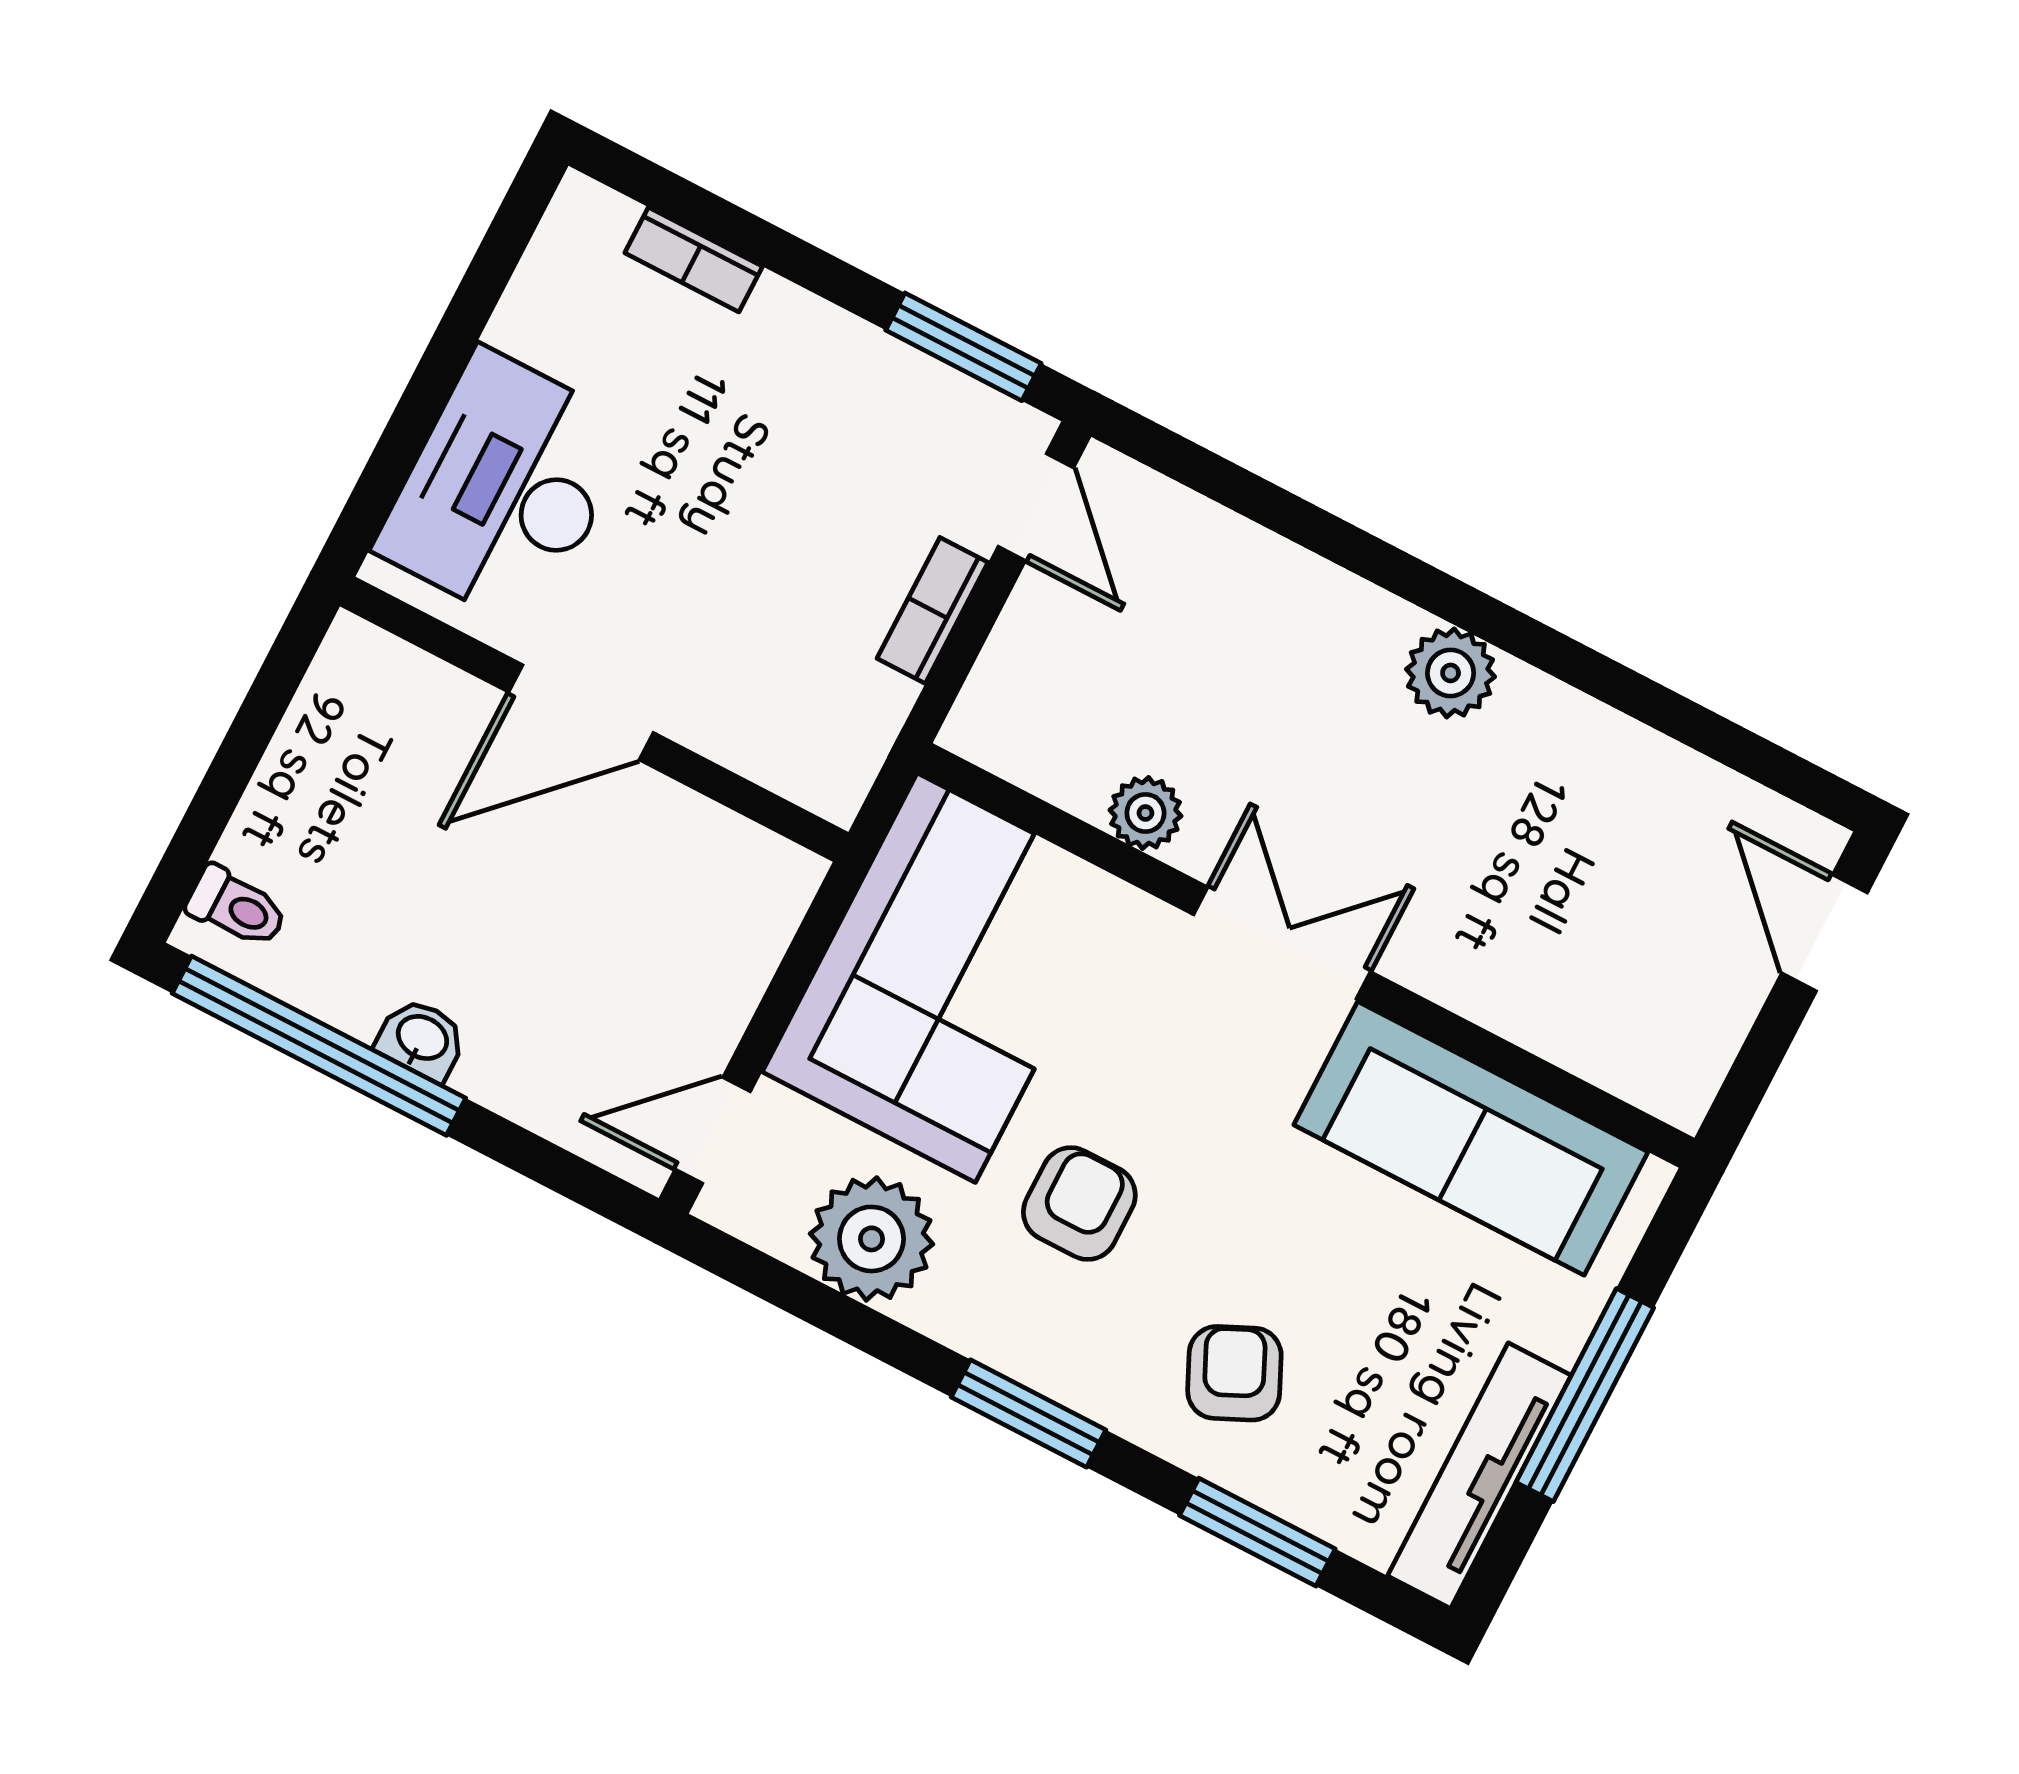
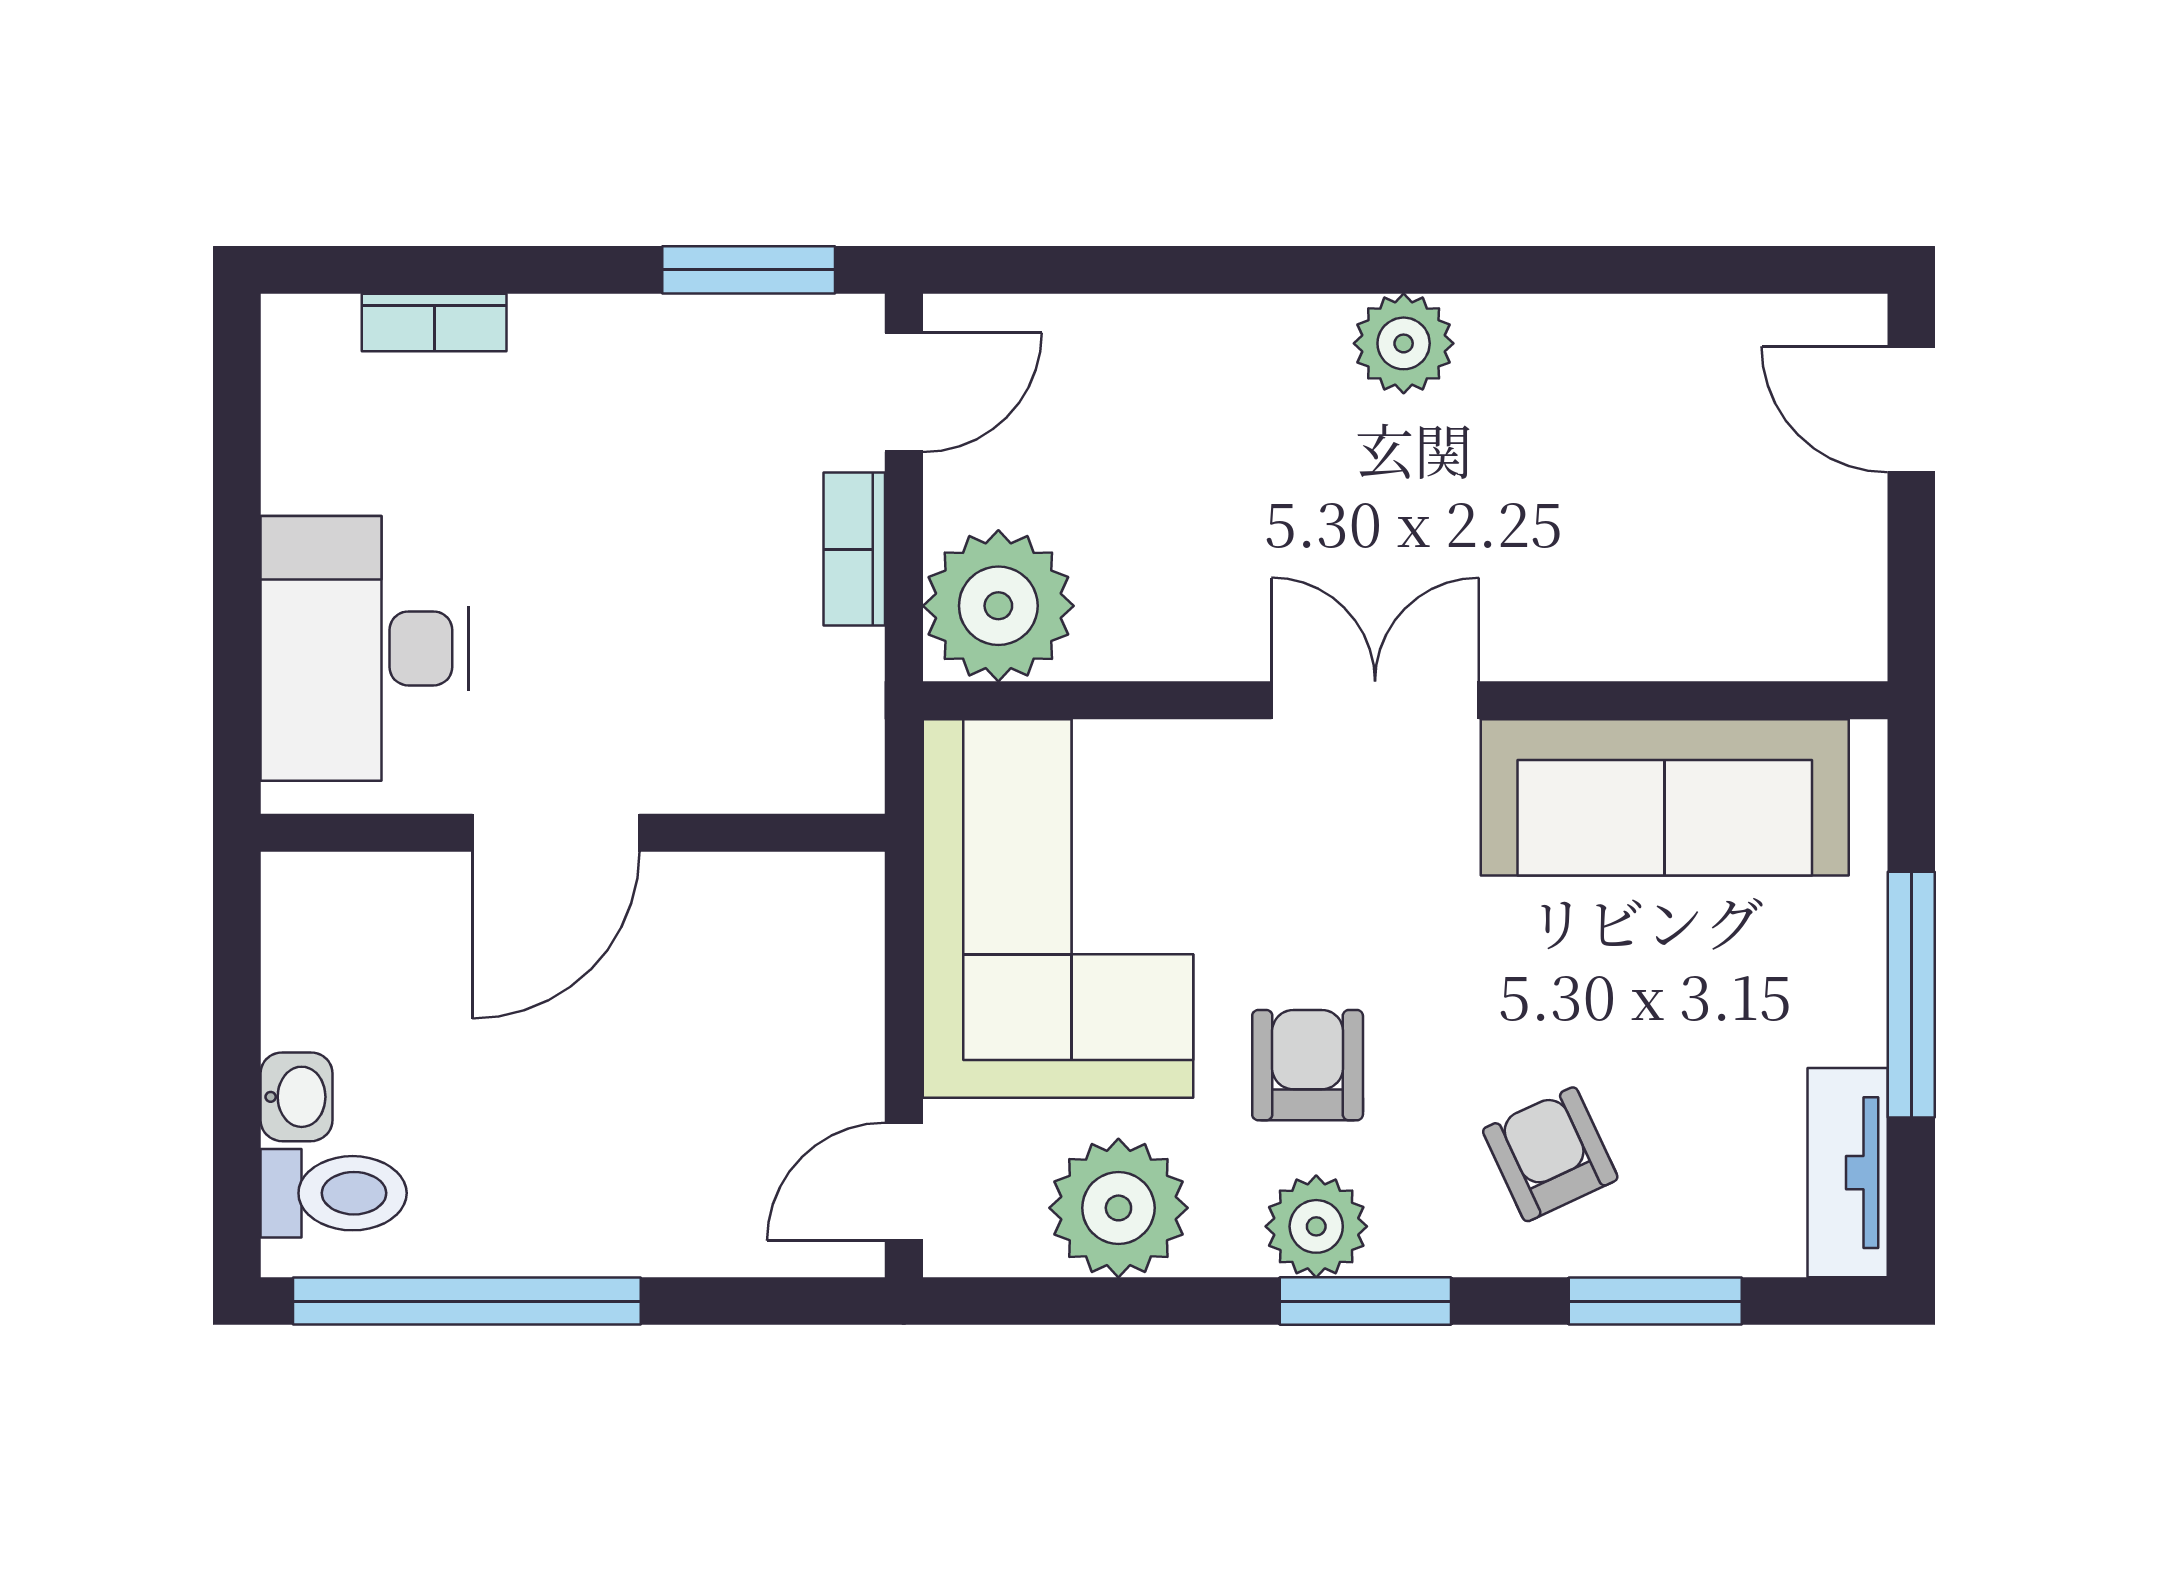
door: (1036, 507) -> (904, 392), hinge flipped
plant: (1145, 813) -> (998, 606), moved, width x1.87, depth x1.87
toilet: (237, 907) -> (334, 1193), width x1.37, depth x1.39
washbasin: (422, 1039) -> (297, 1097), moved, turned 90
plant: (1020, 1334) -> (1316, 1226), added
tv unit: (1479, 1476) -> (1848, 1173), width x0.71

